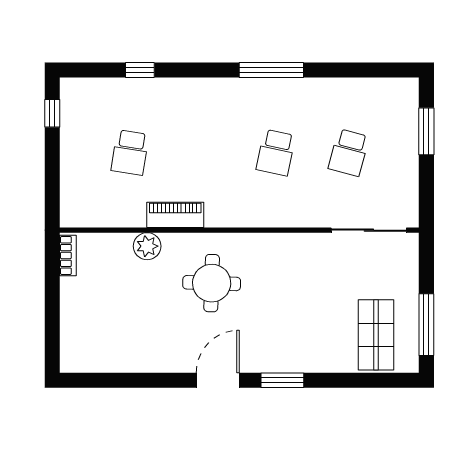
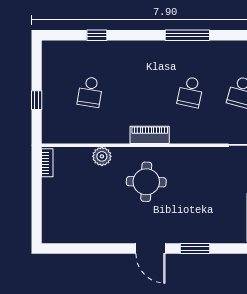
window: (52, 113) -> (37, 100), moved
piano: (175, 215) -> (150, 135), moved
door: (218, 380) -> (150, 249), swing flipped

